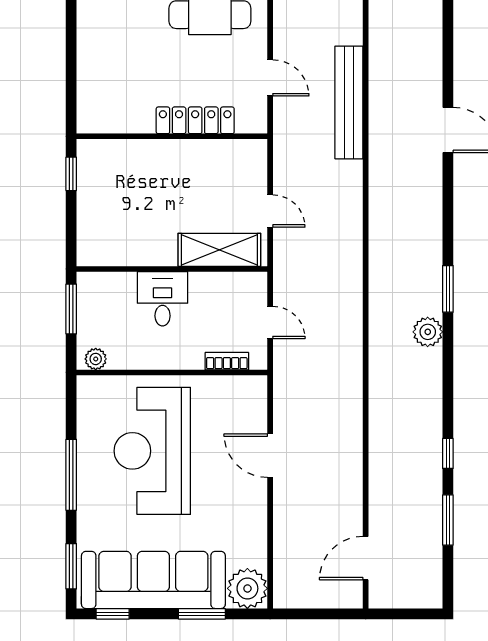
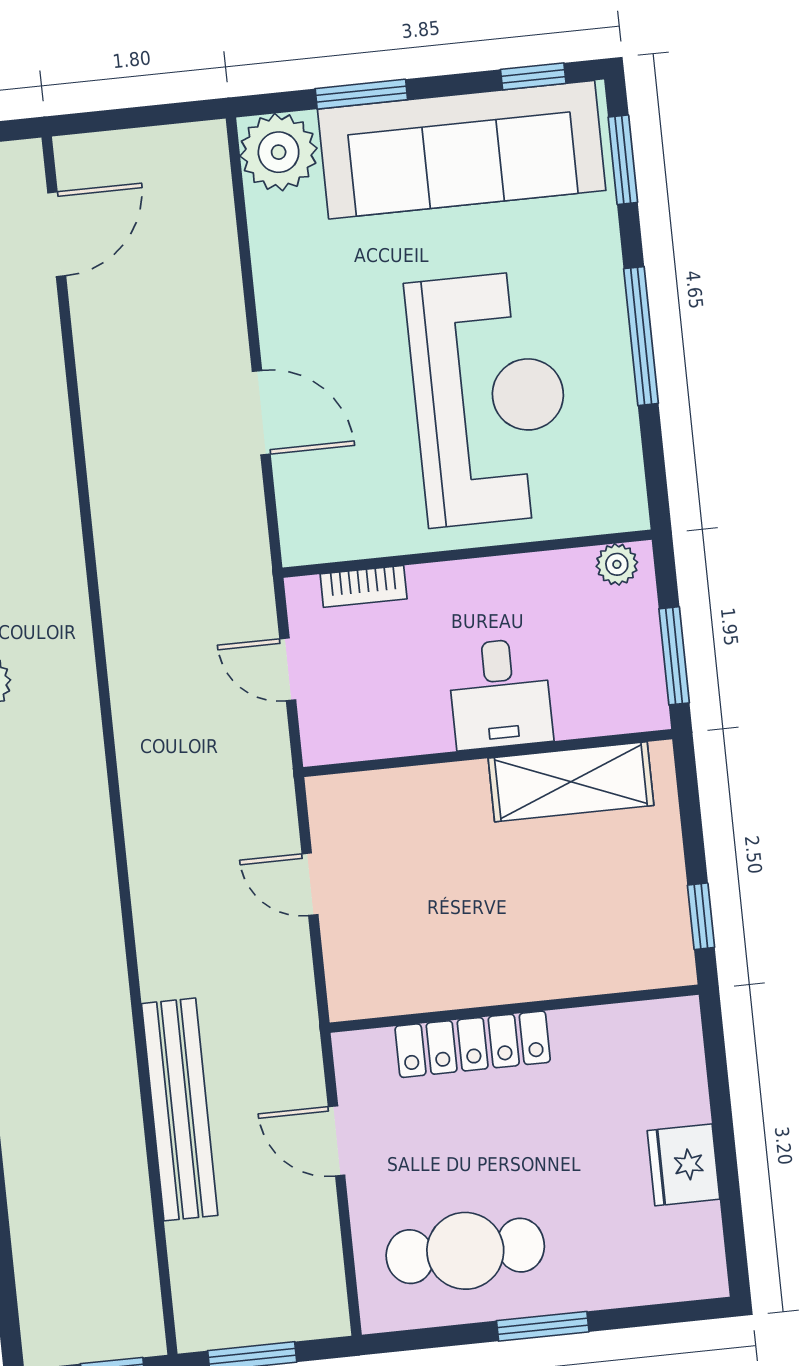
fridge: (93, 47) -> (684, 1165), added
shelving: (219, 250) -> (571, 782), moved

